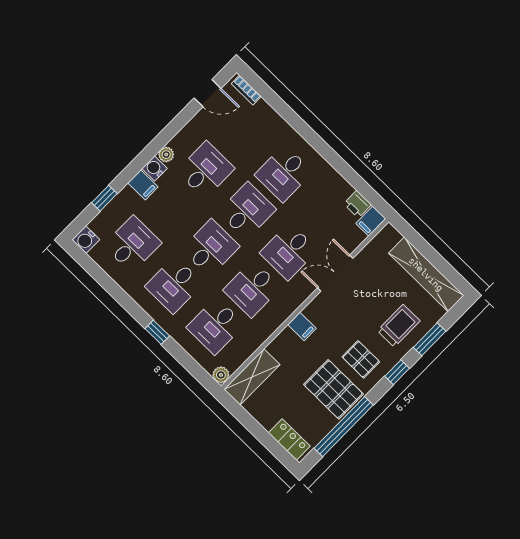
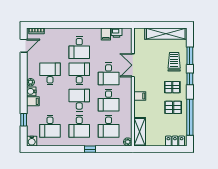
filing cabinet: (371, 221) -> (106, 34), moved
desk: (132, 244) -> (50, 126), turned 180
pallet: (333, 389) -> (173, 107), width x0.67, depth x0.71

